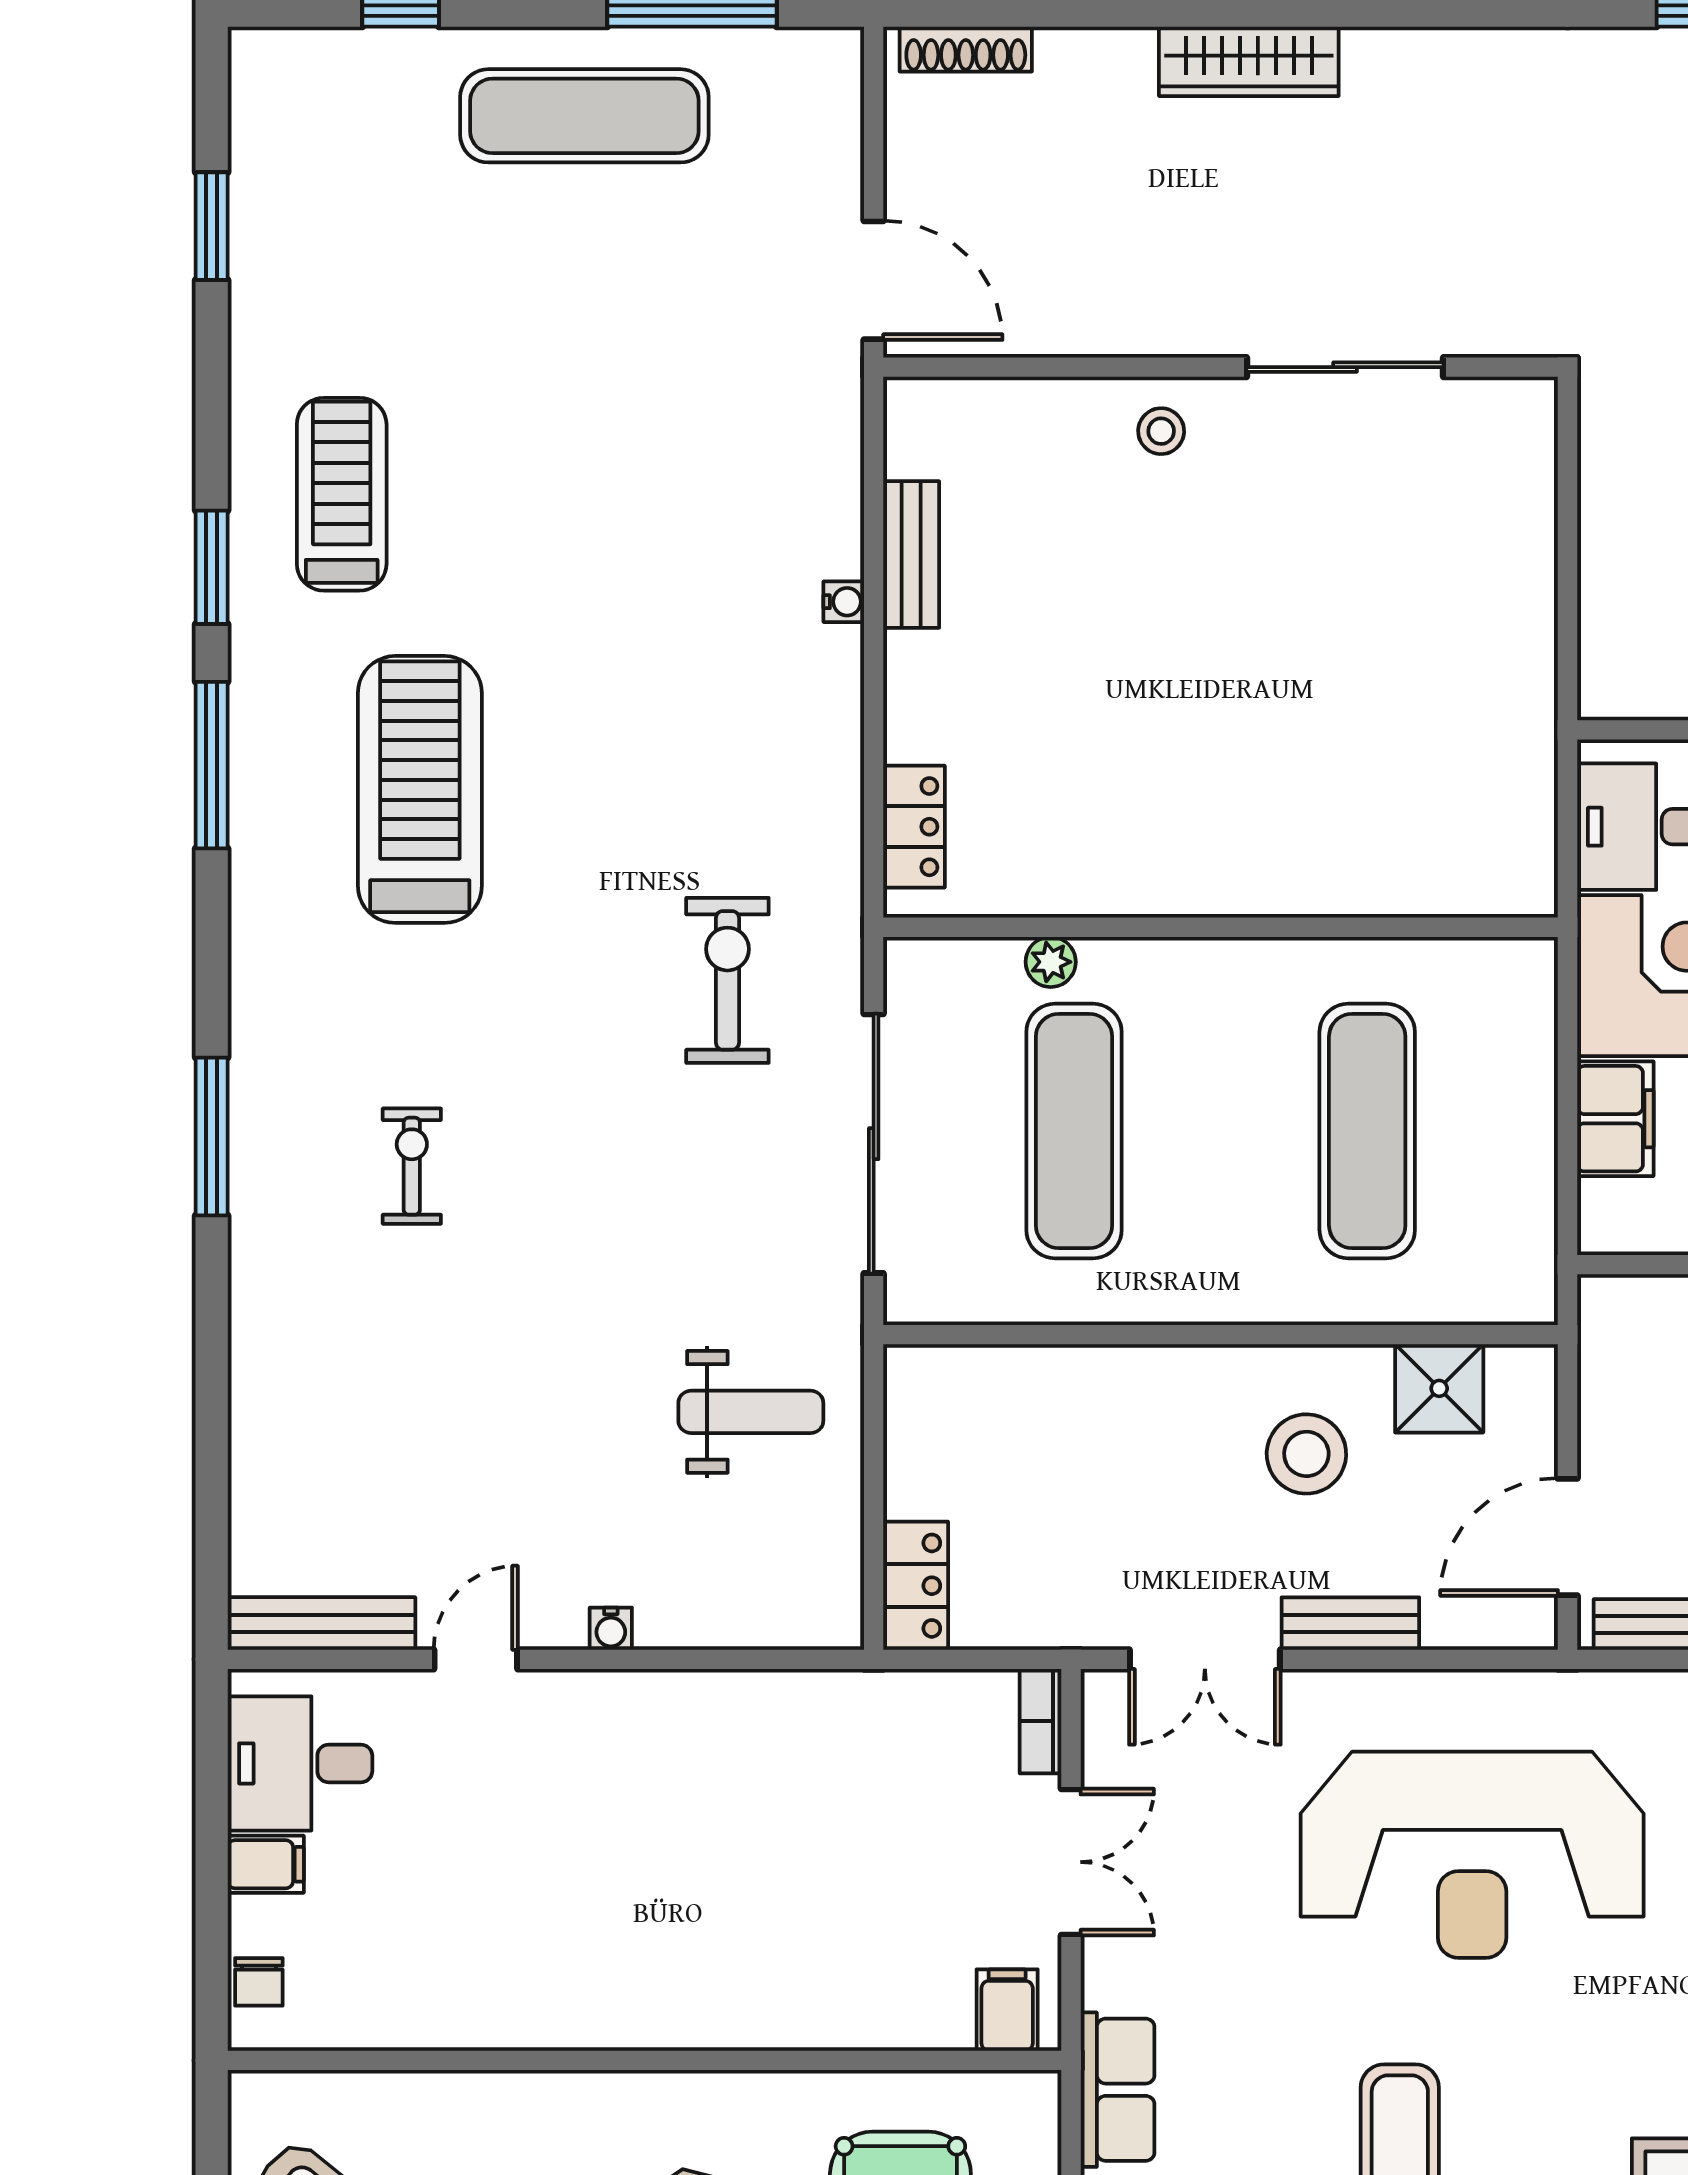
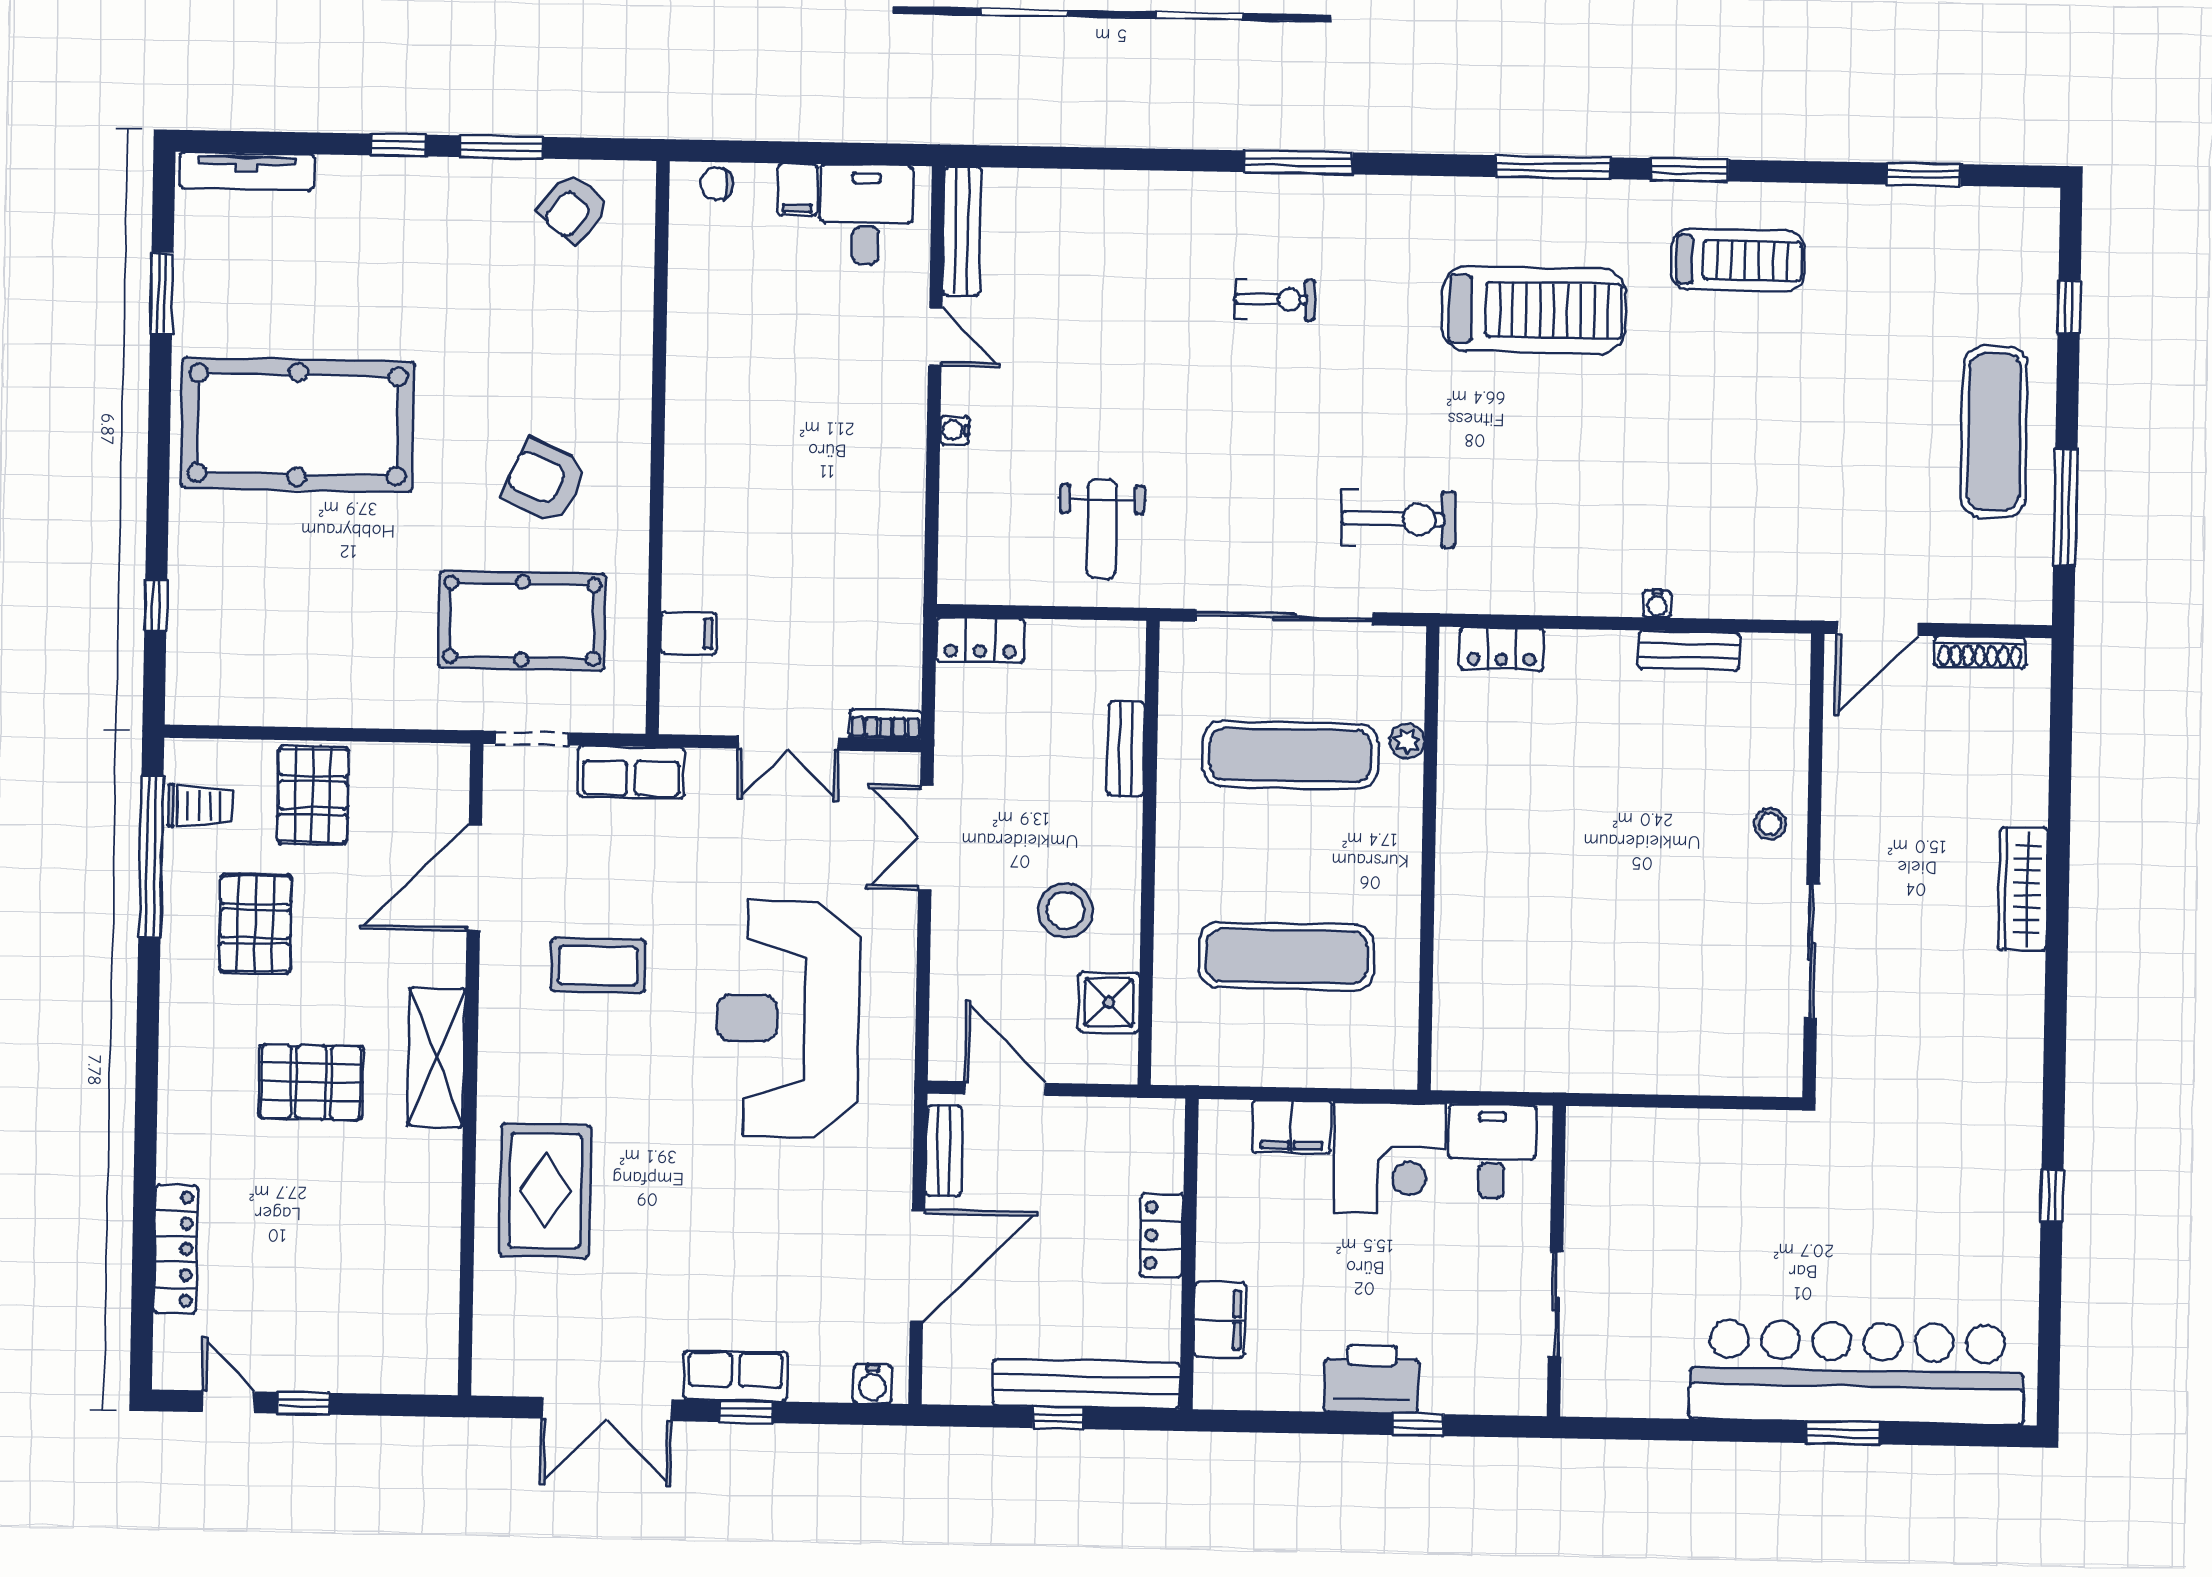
shoe rack: (966, 49) -> (1980, 652), moved, turned -90
bench: (1350, 1624) -> (1126, 749), moved
filing cabinet: (1007, 2010) -> (689, 633), moved

